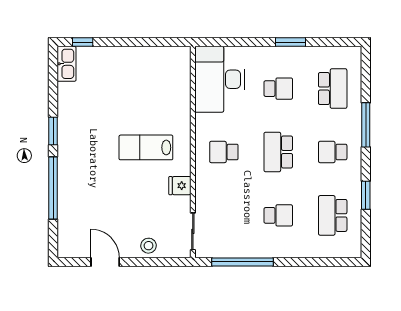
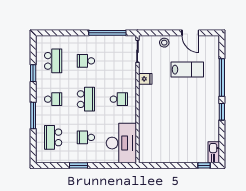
lab bench: (146, 147) -> (187, 70), moved

